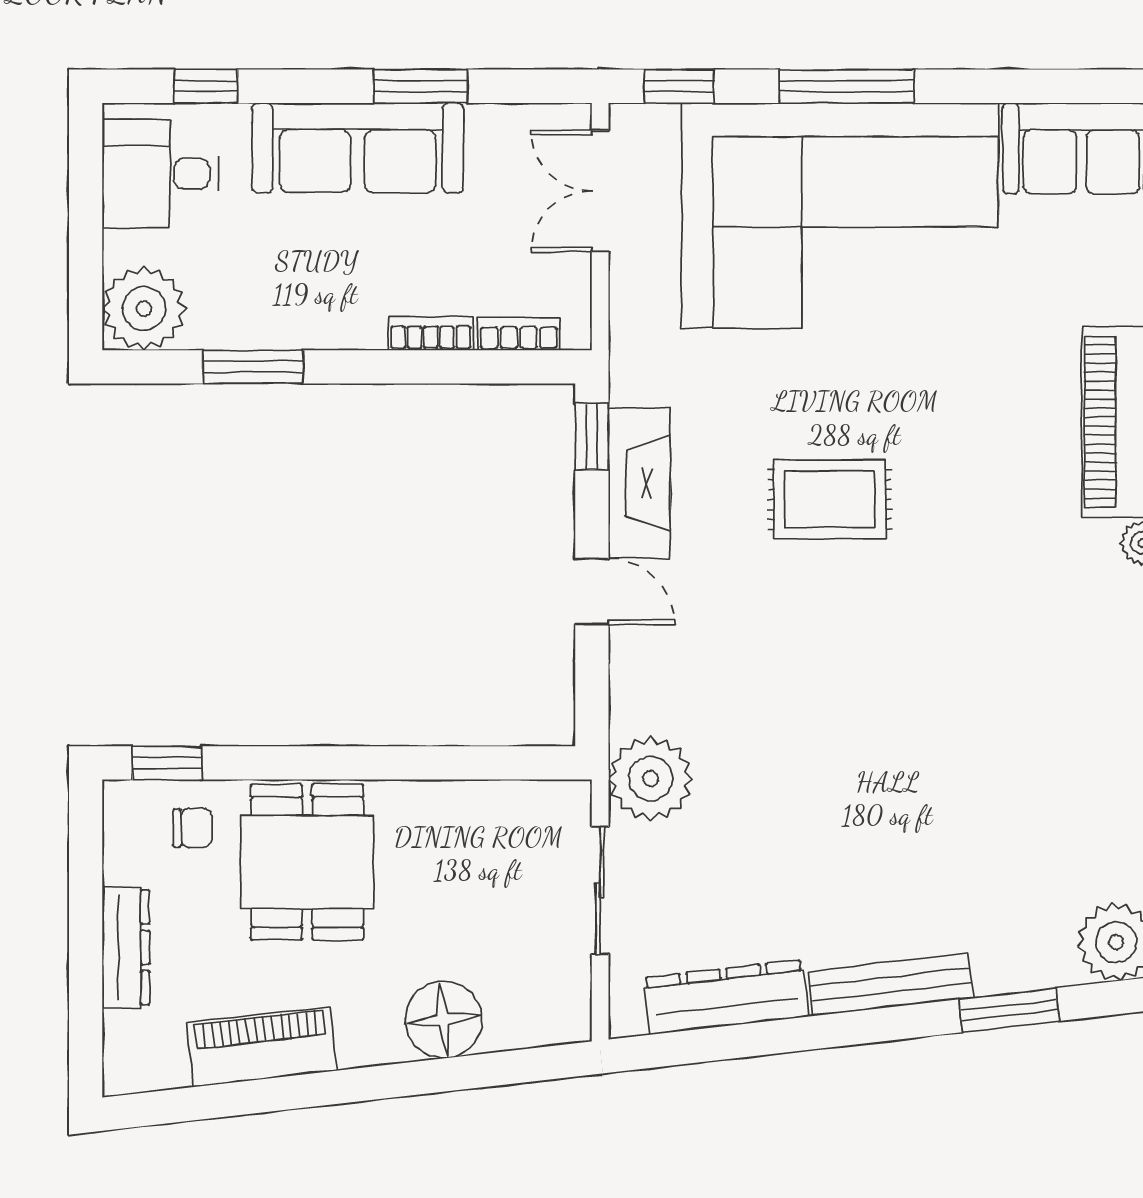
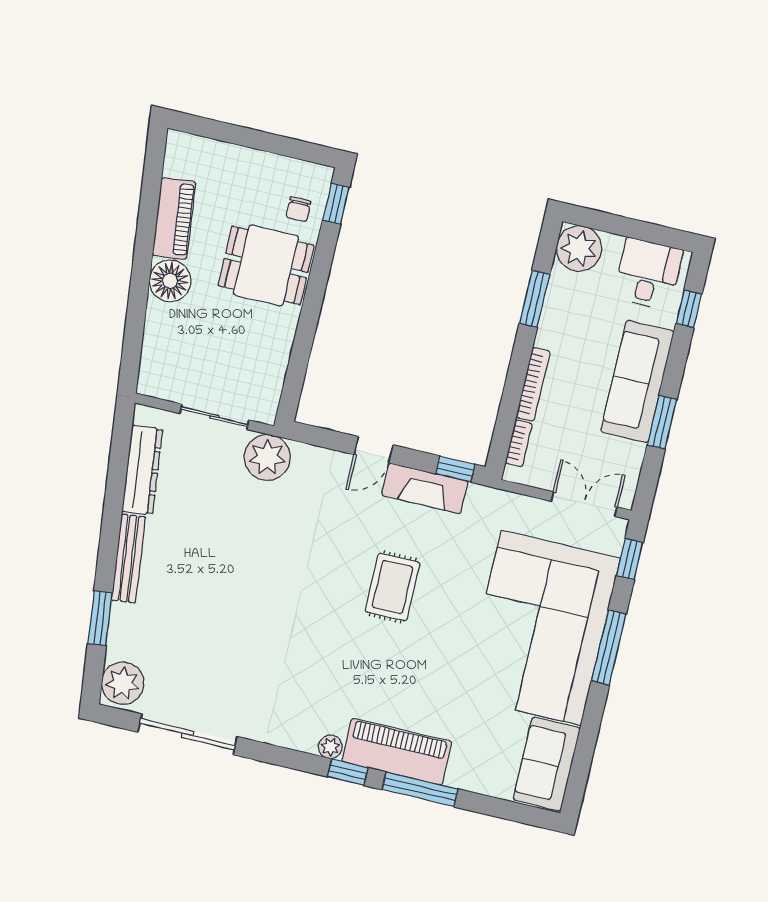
bookcase: (431, 333) -> (533, 384), width x1.56
dresser: (126, 947) -> (244, 159), removed
floor lamp: (444, 1020) -> (170, 281), moved

